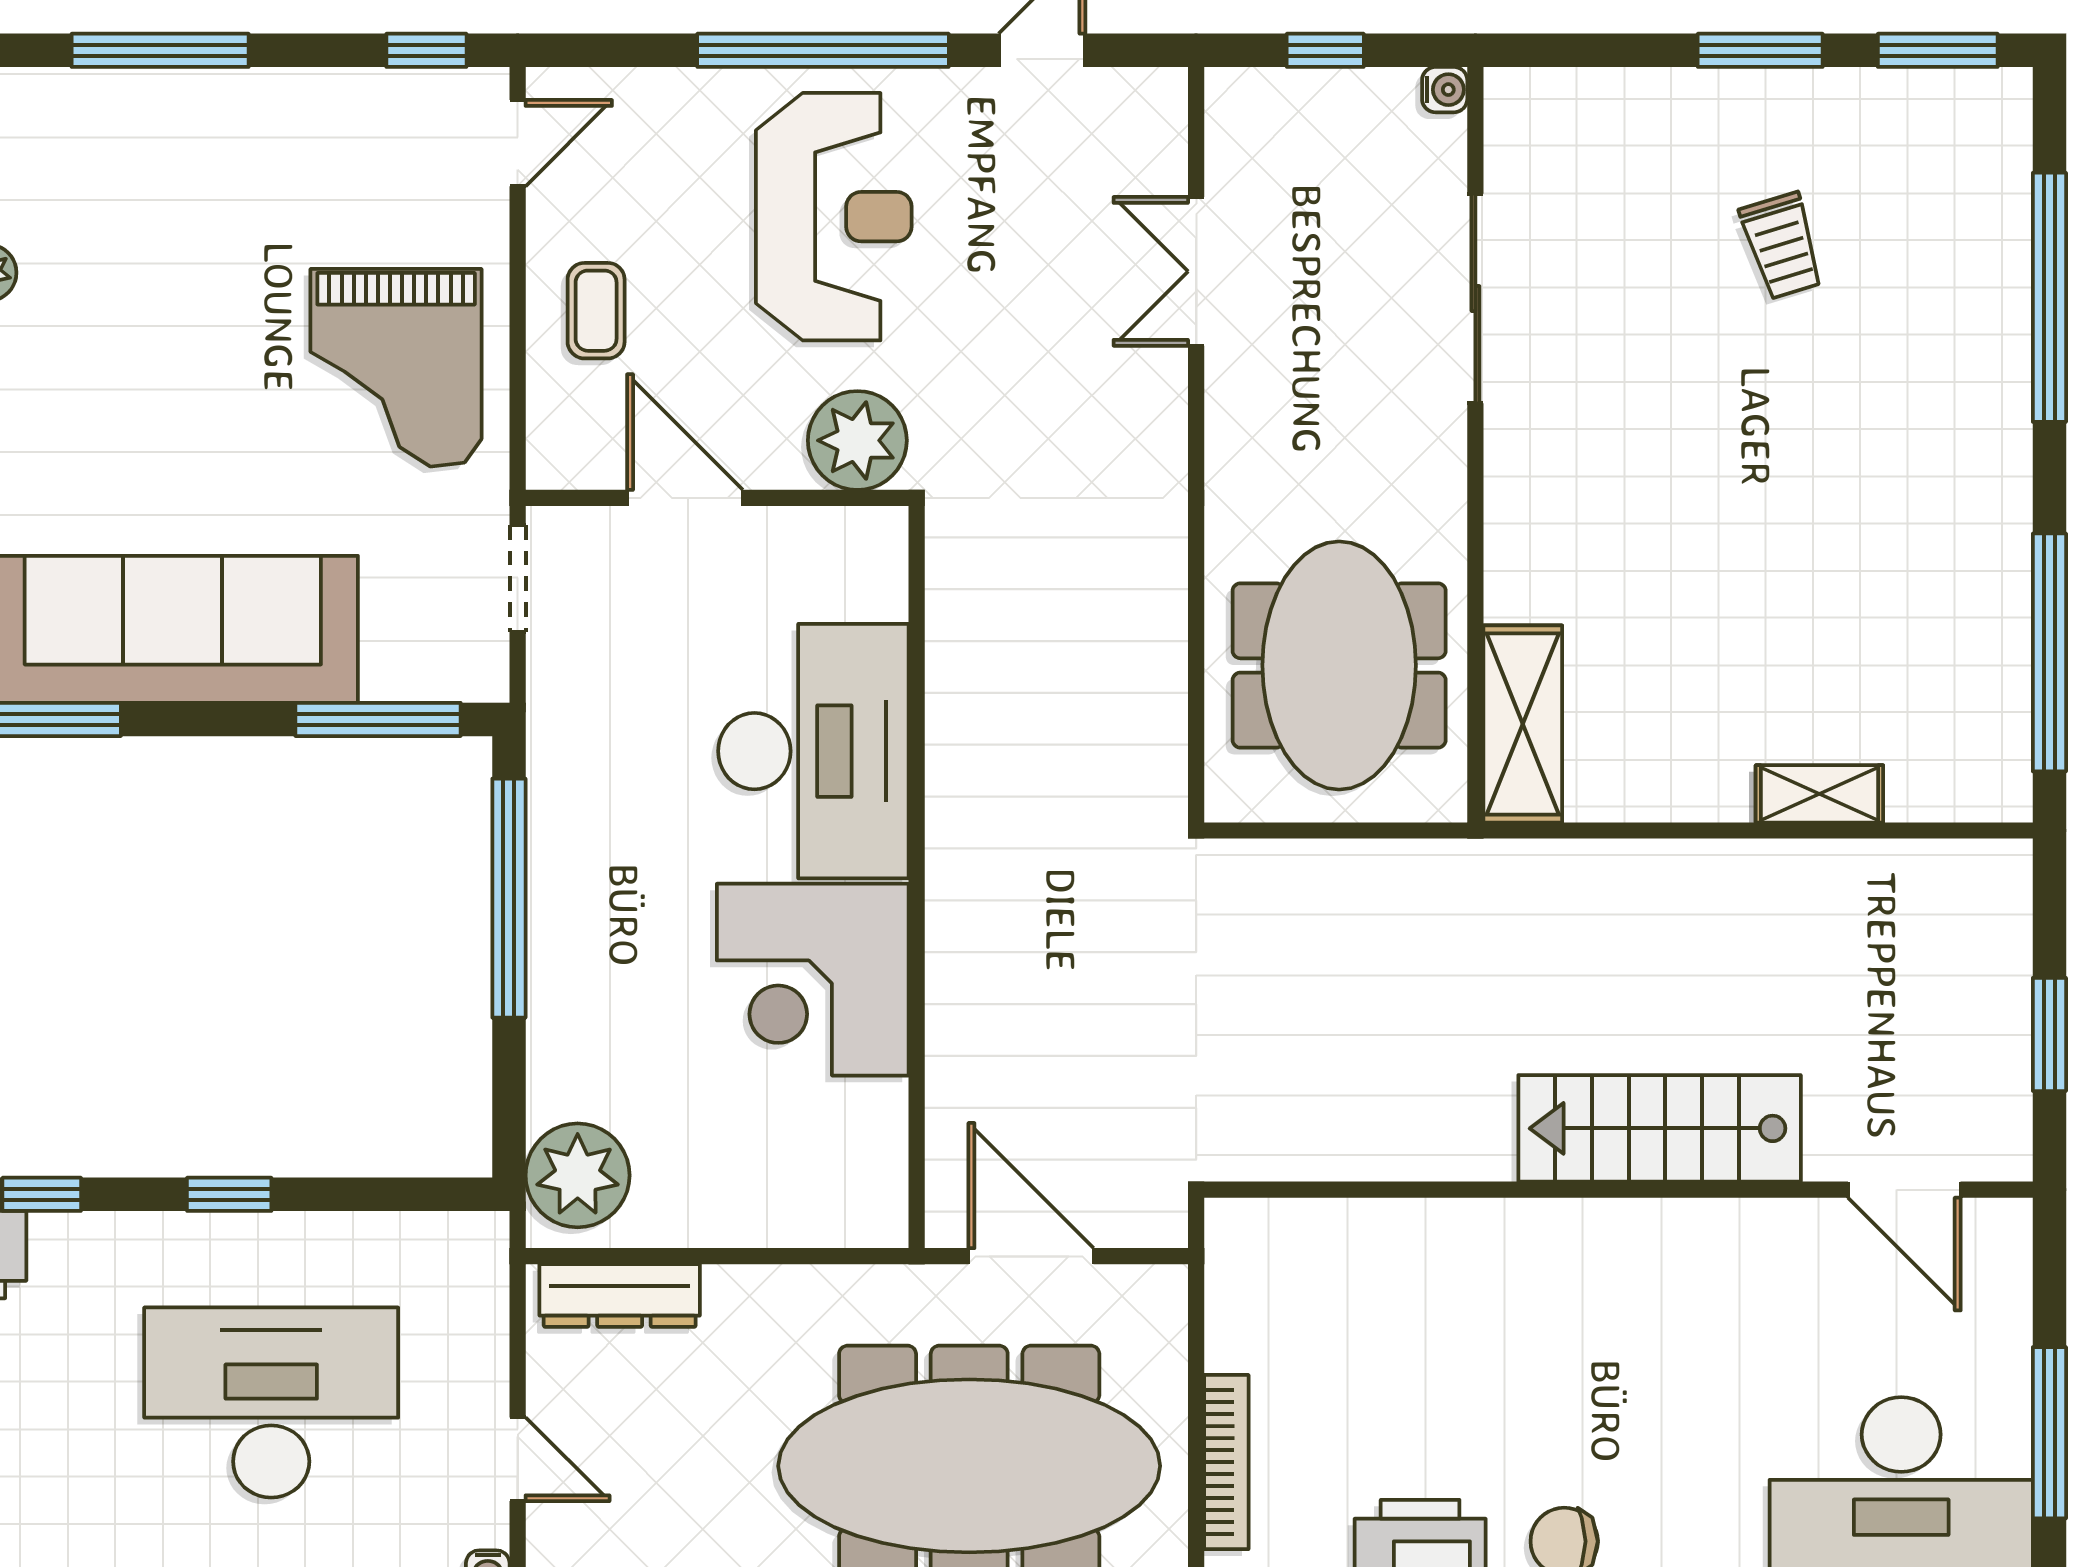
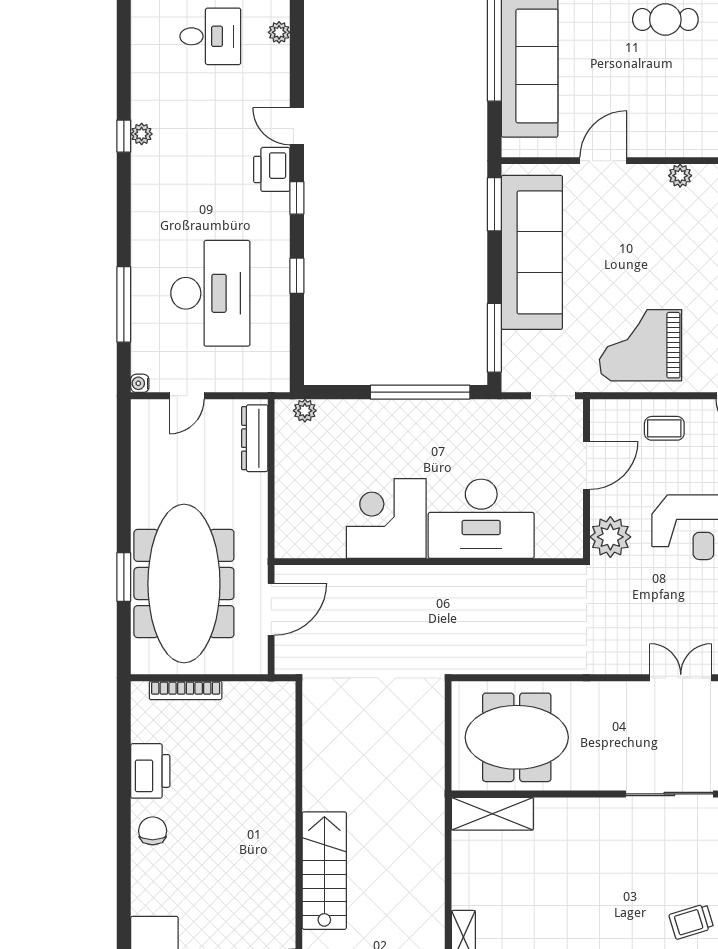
plant: (578, 1175) -> (305, 411), width x0.53, depth x0.53

